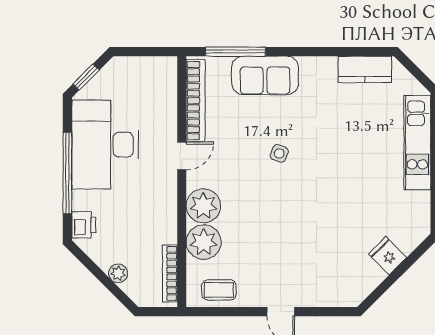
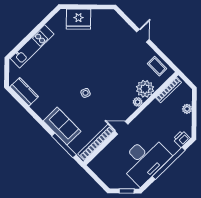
plant: (203, 206) -> (138, 102), width x0.53, depth x0.53
fridge: (388, 256) -> (78, 19), width x1.88, depth x1.34

